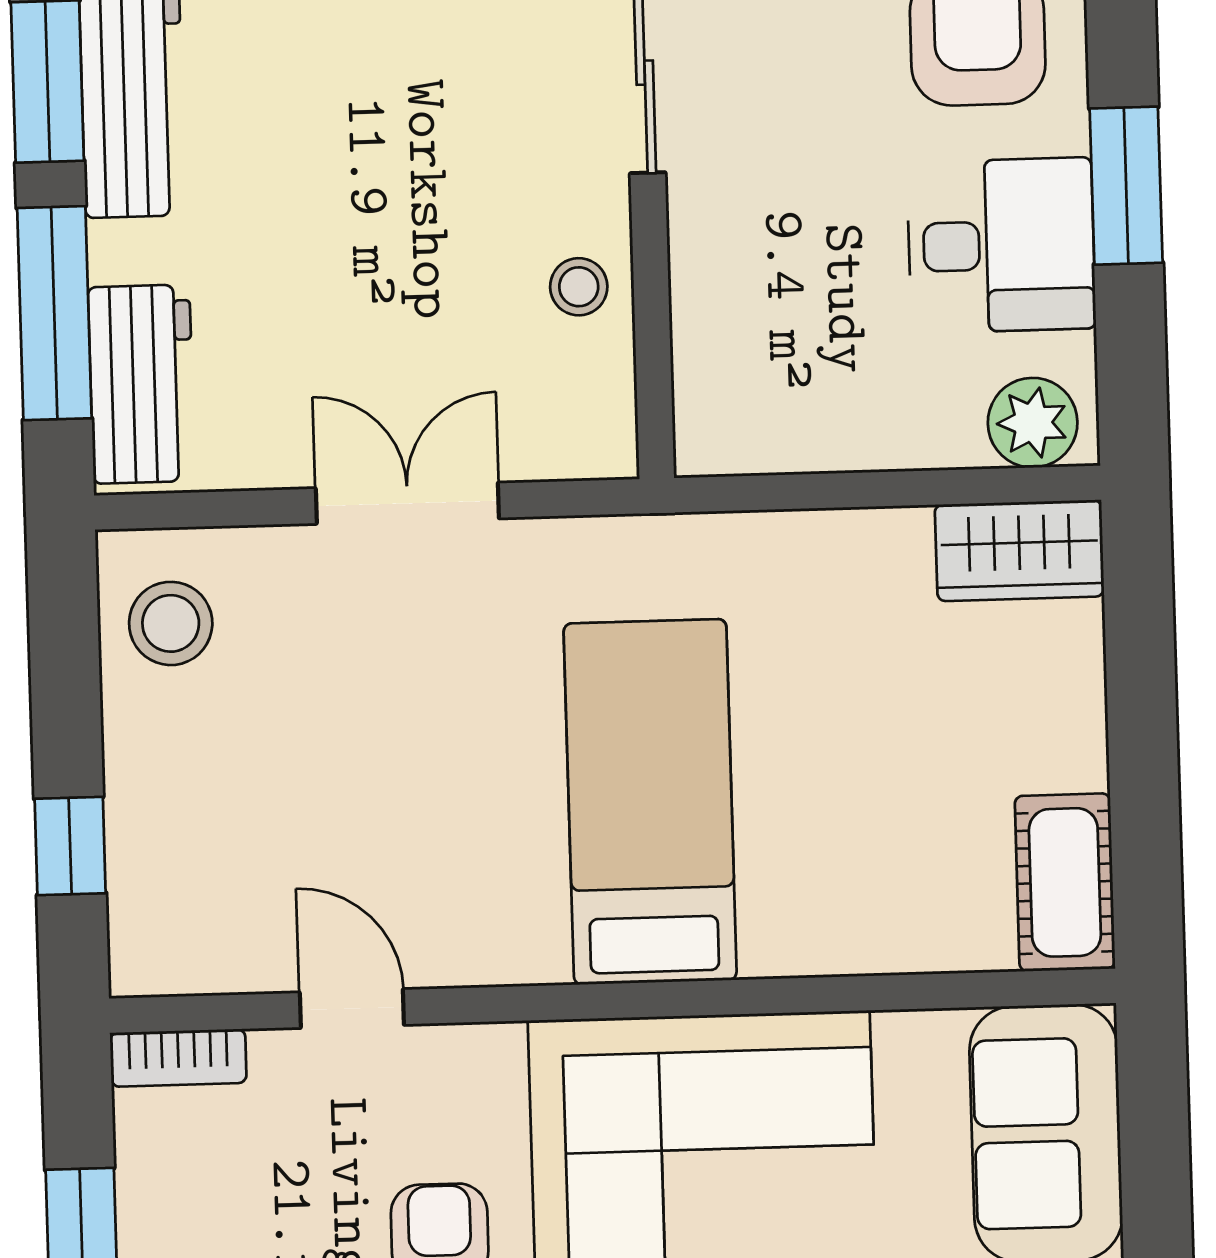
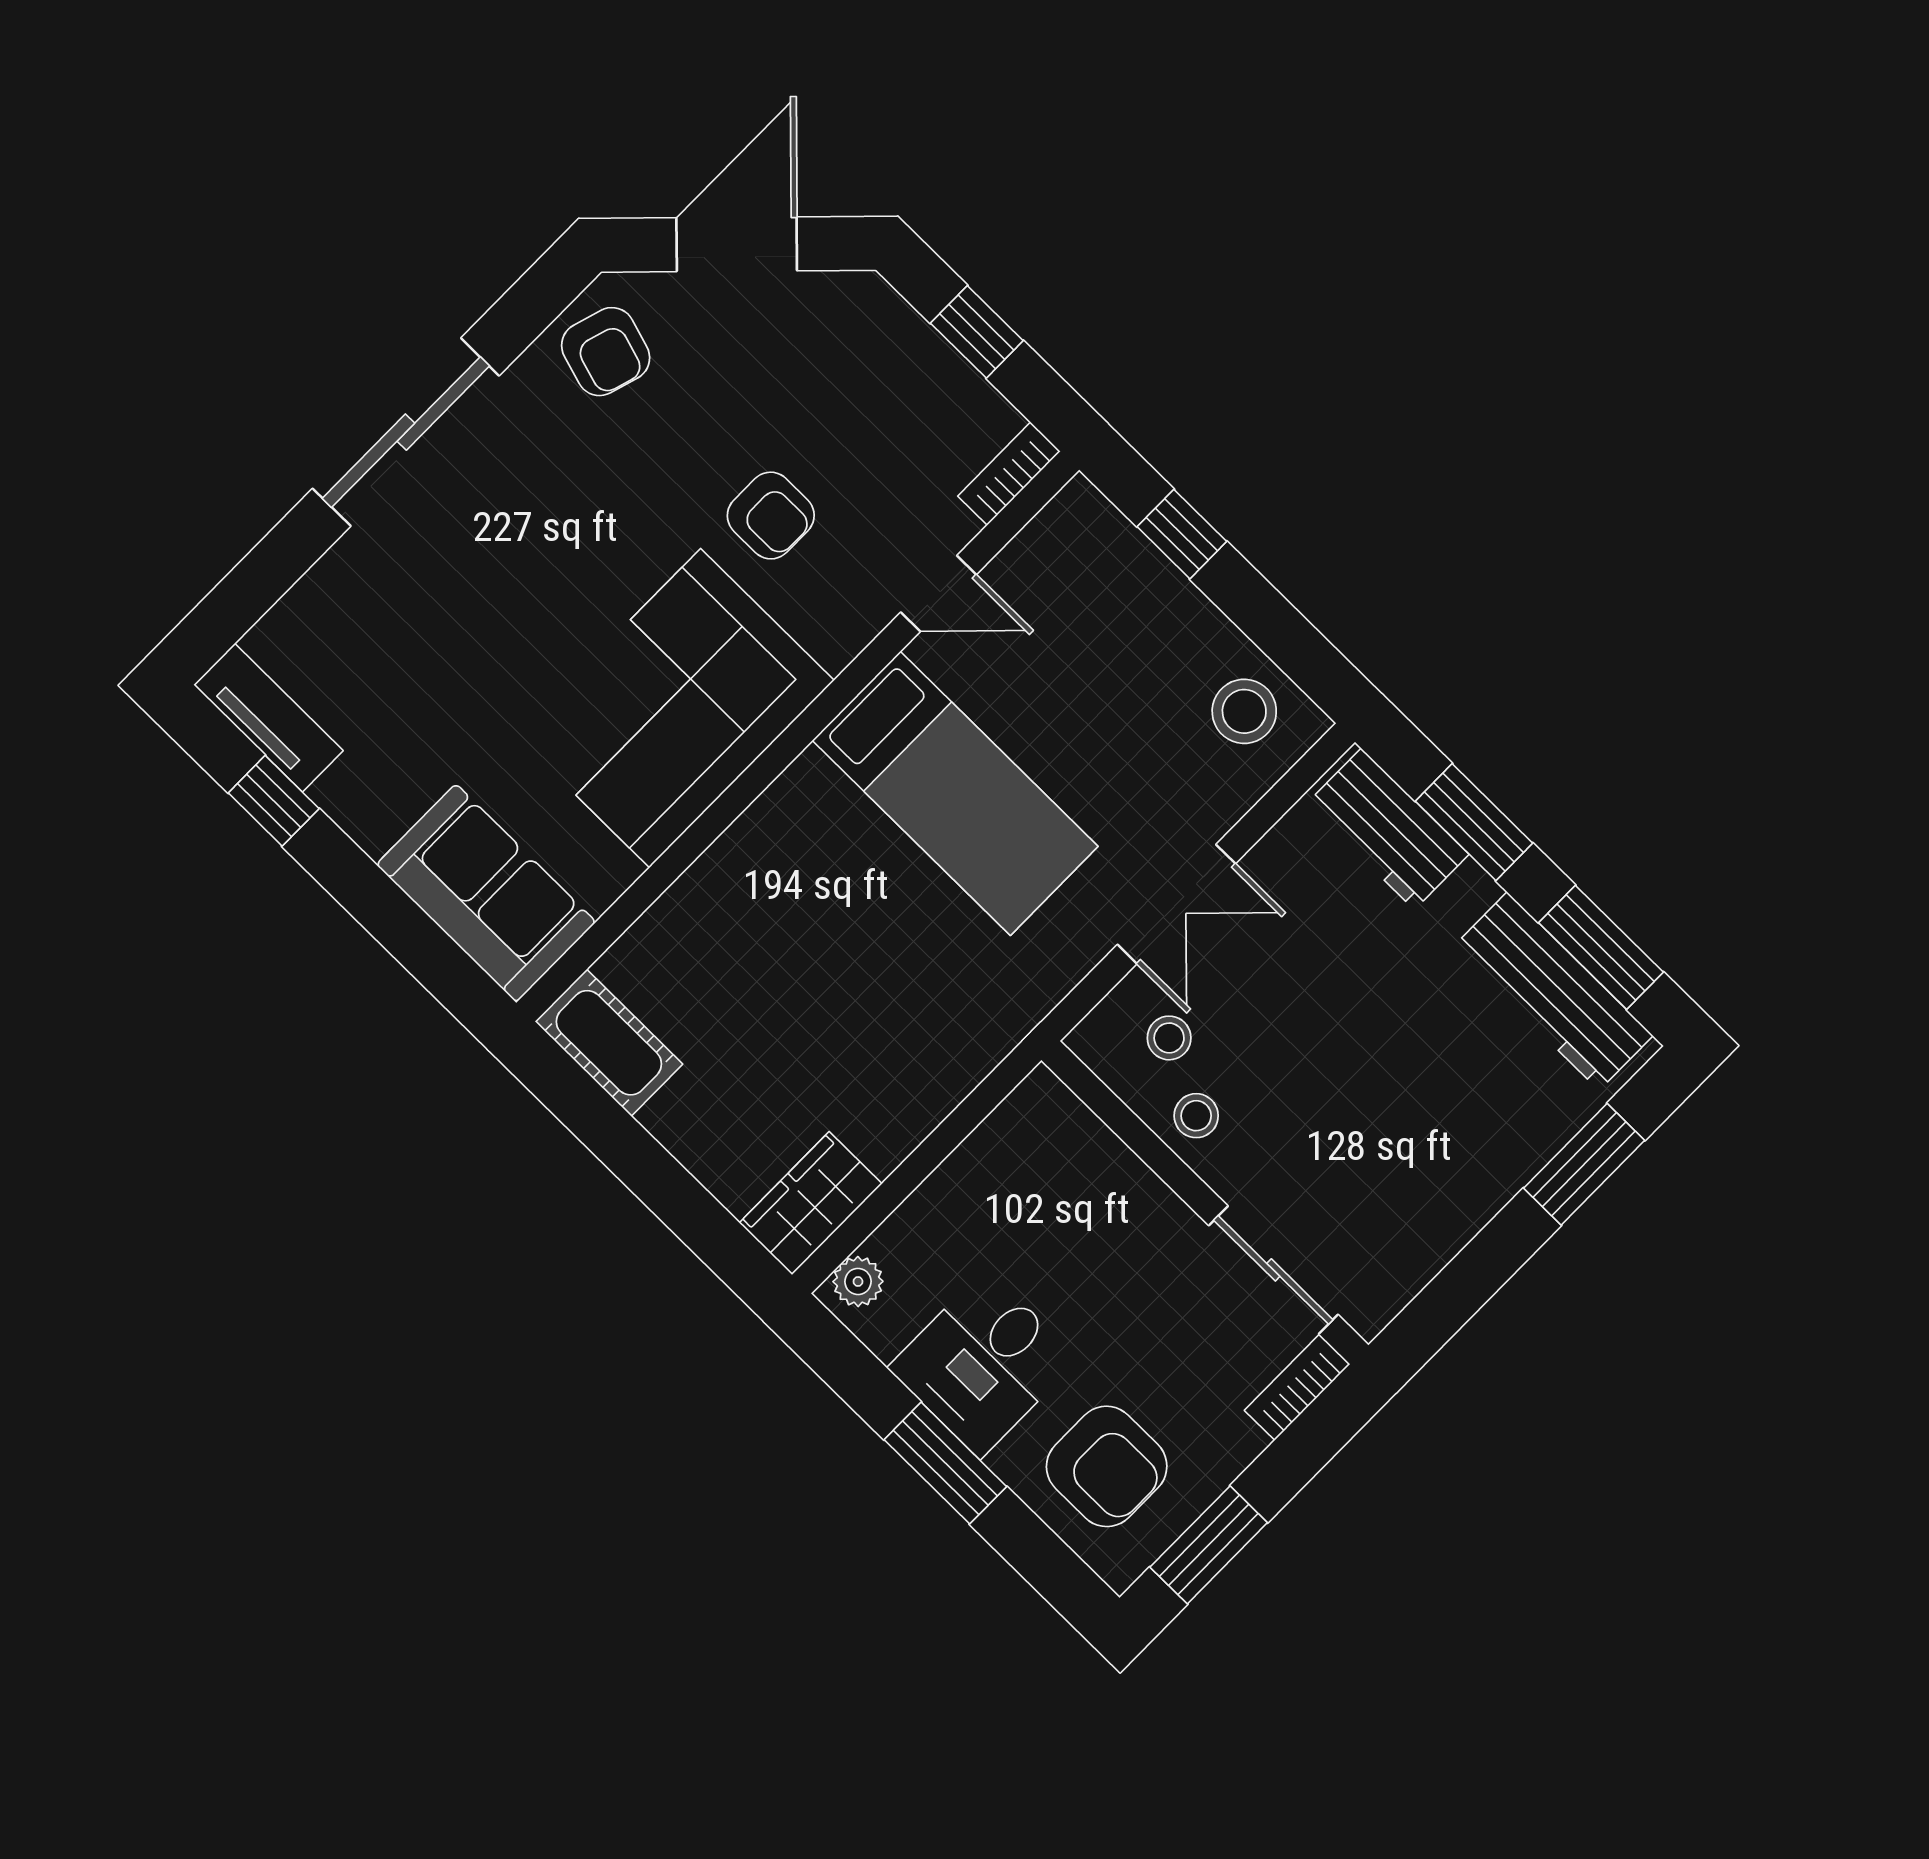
window: (54, 313) -> (1474, 822), width x0.69
stool: (534, 384) -> (1169, 1038), added
plant: (1033, 423) -> (858, 1282), width x0.73, depth x0.73
bed: (650, 802) -> (955, 793), moved

